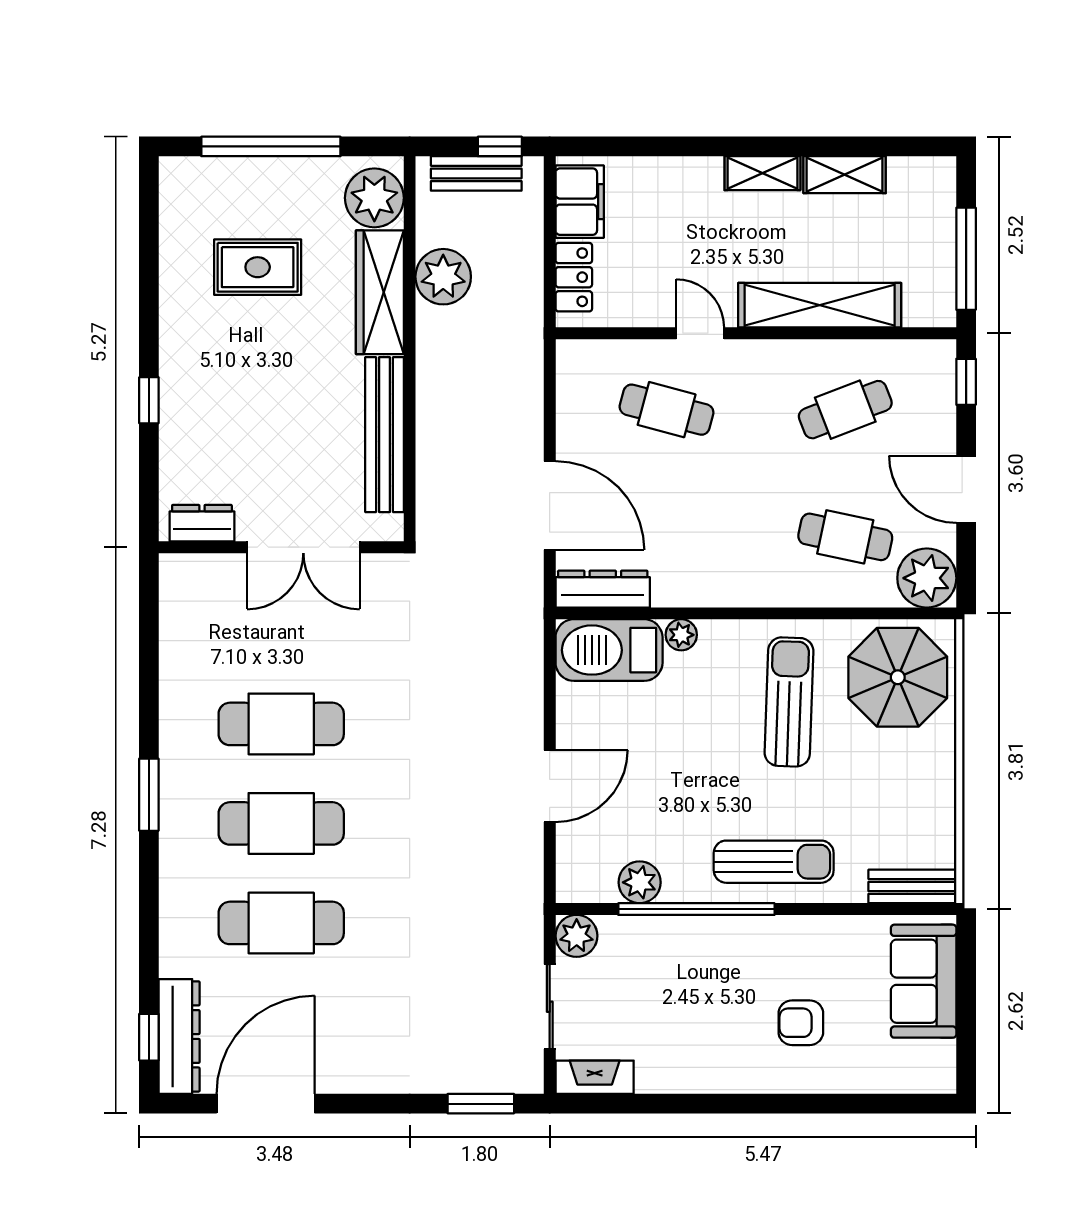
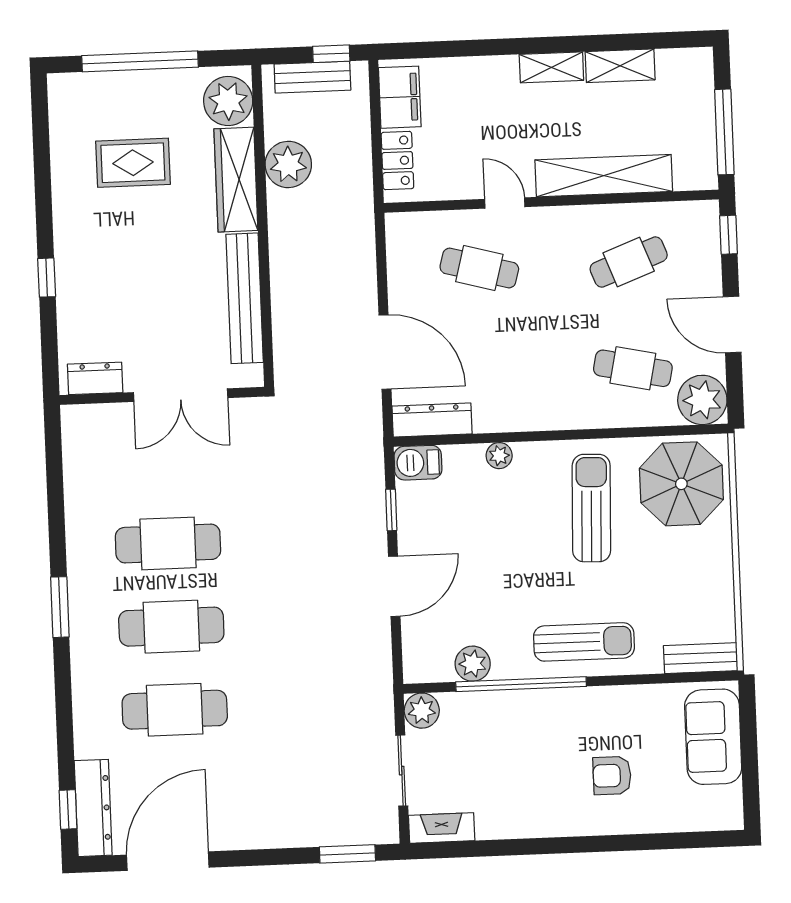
barbecue: (609, 650) -> (418, 463), width x0.53, depth x0.65
window: (550, 695) -> (391, 510), added

